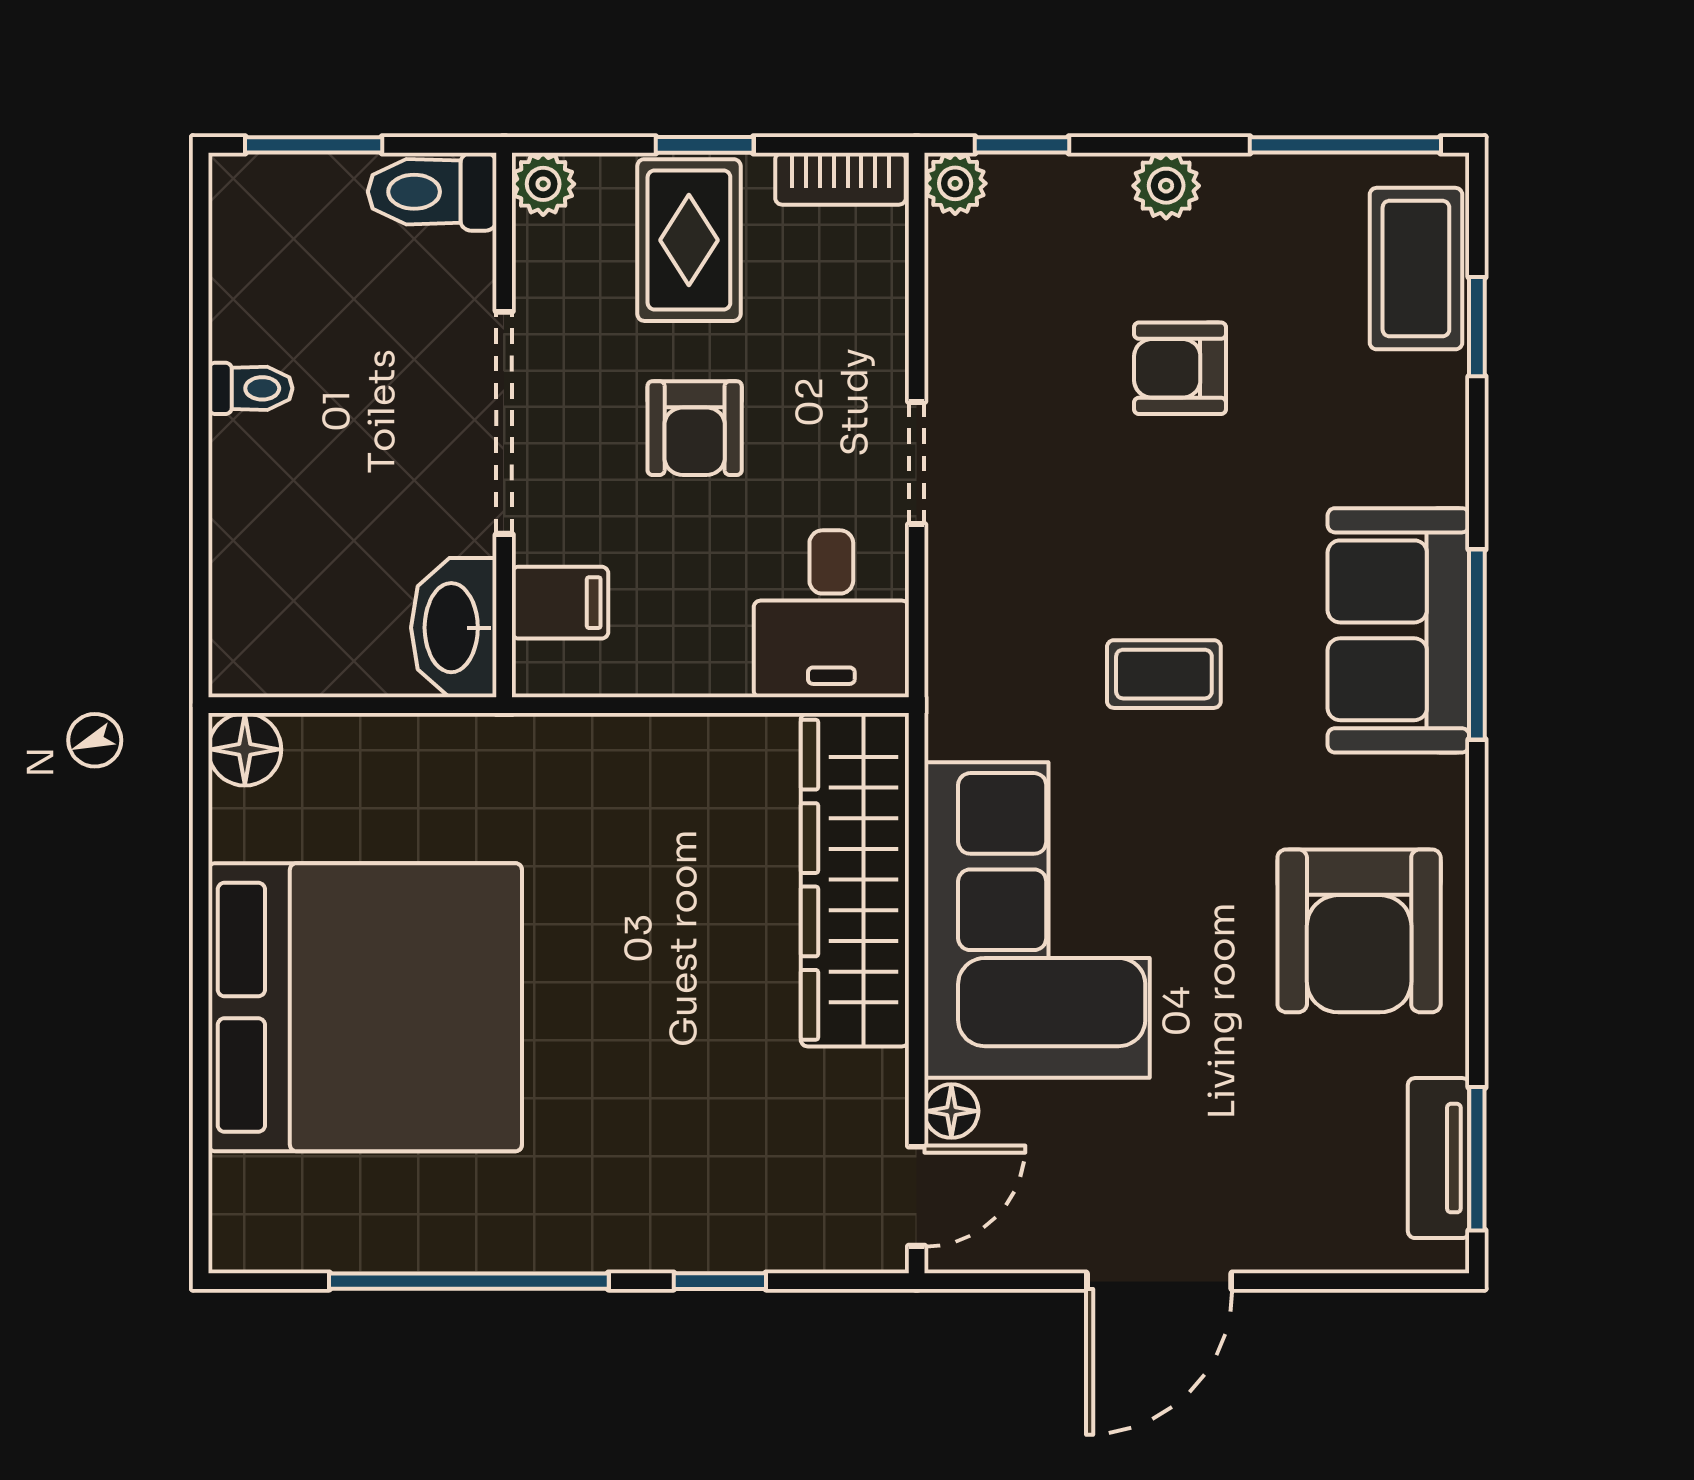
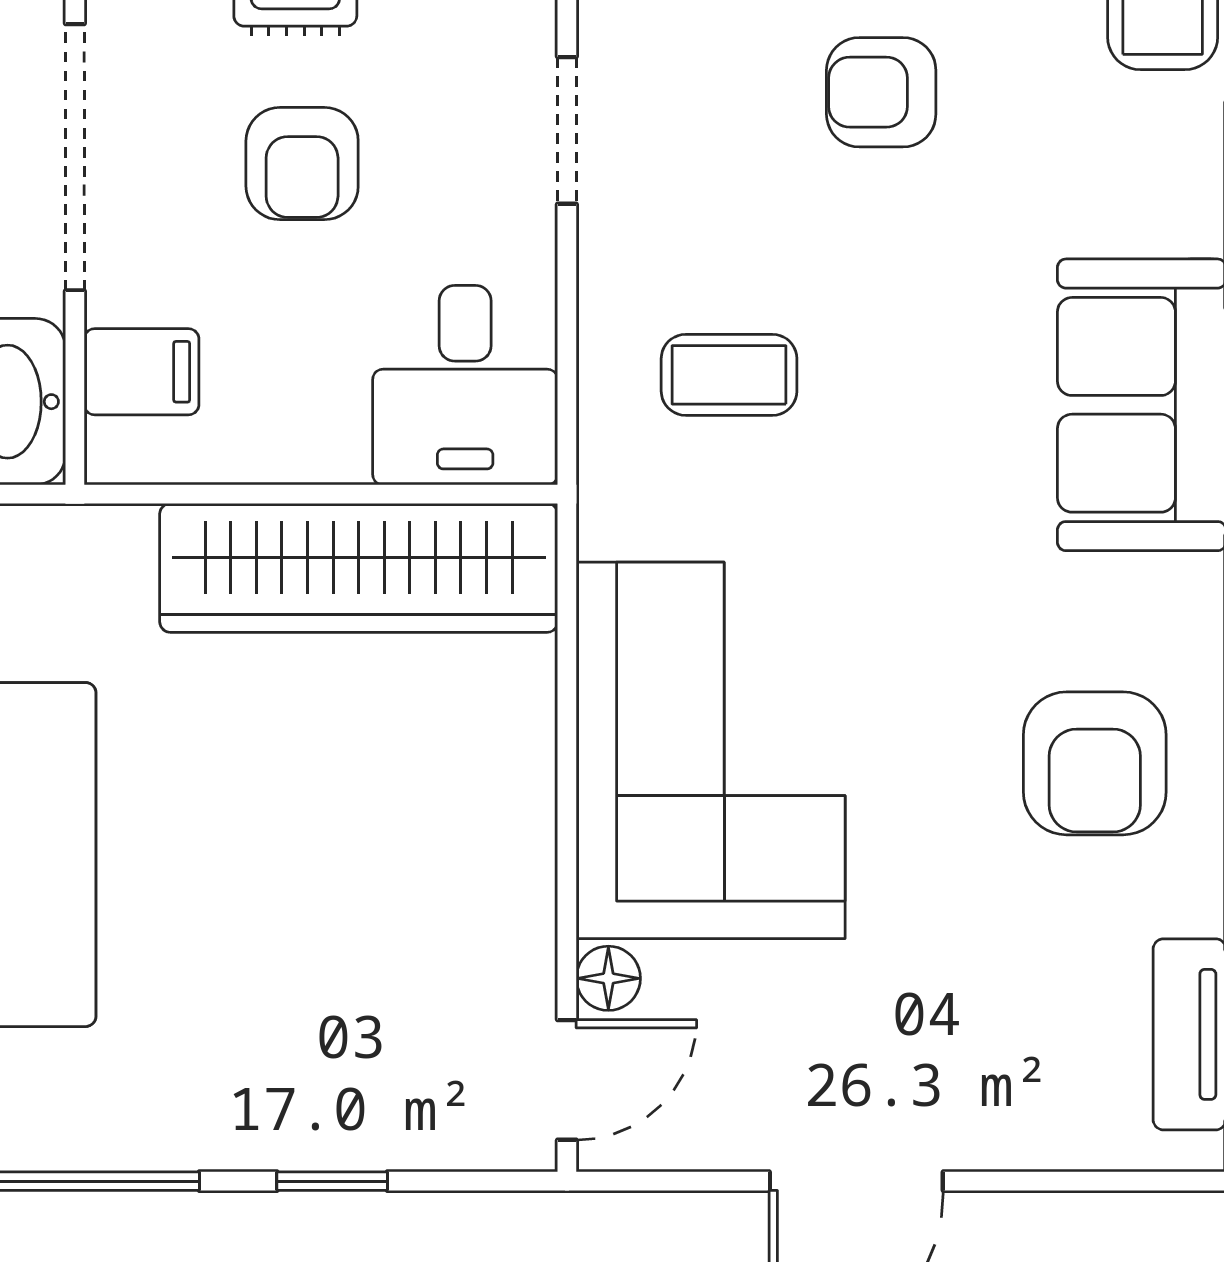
doorway: (917, 463) -> (567, 130), moved
coffee table: (1164, 674) -> (729, 375), moved
wardrobe: (855, 880) -> (359, 568), moved, turned -90
armchair: (1359, 931) -> (1095, 763), width x0.73, depth x0.73

